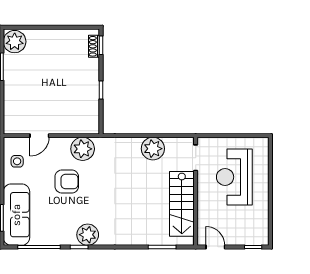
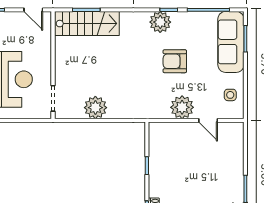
door: (39, 136) -> (208, 120), swing flipped
plant: (83, 149) -> (182, 107), moved
armchair: (67, 181) -> (175, 61), moved
stairs: (182, 204) -> (87, 24), moved, turned 90

